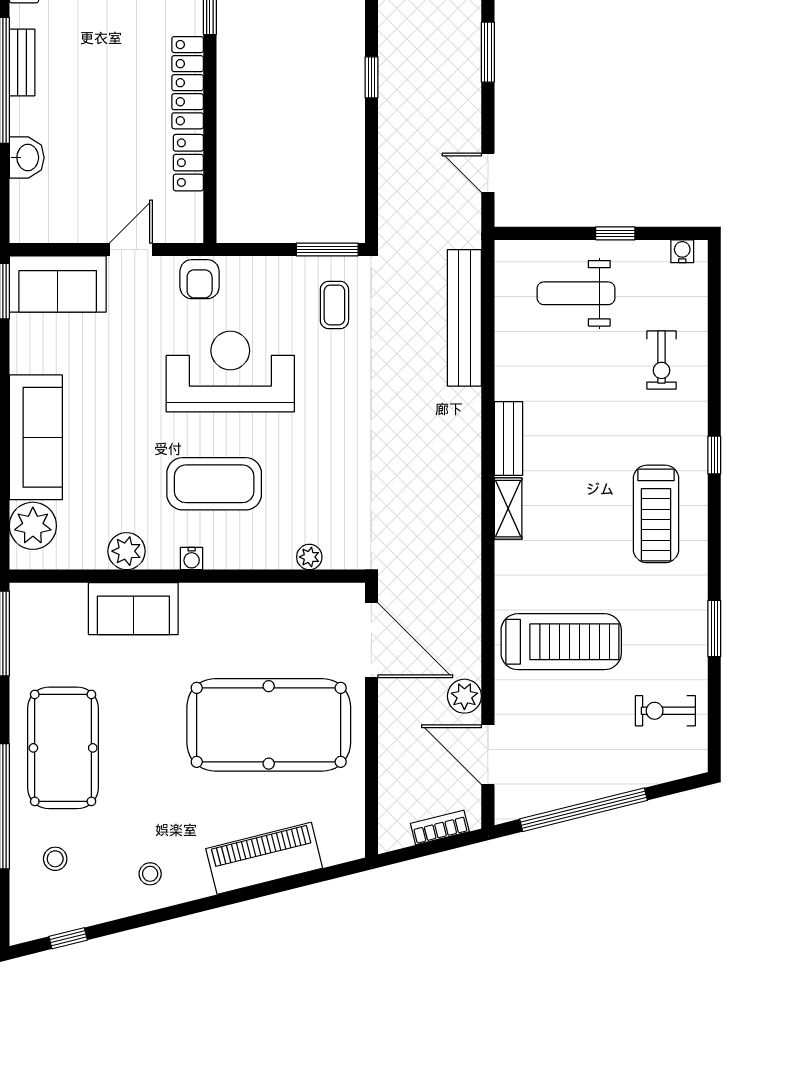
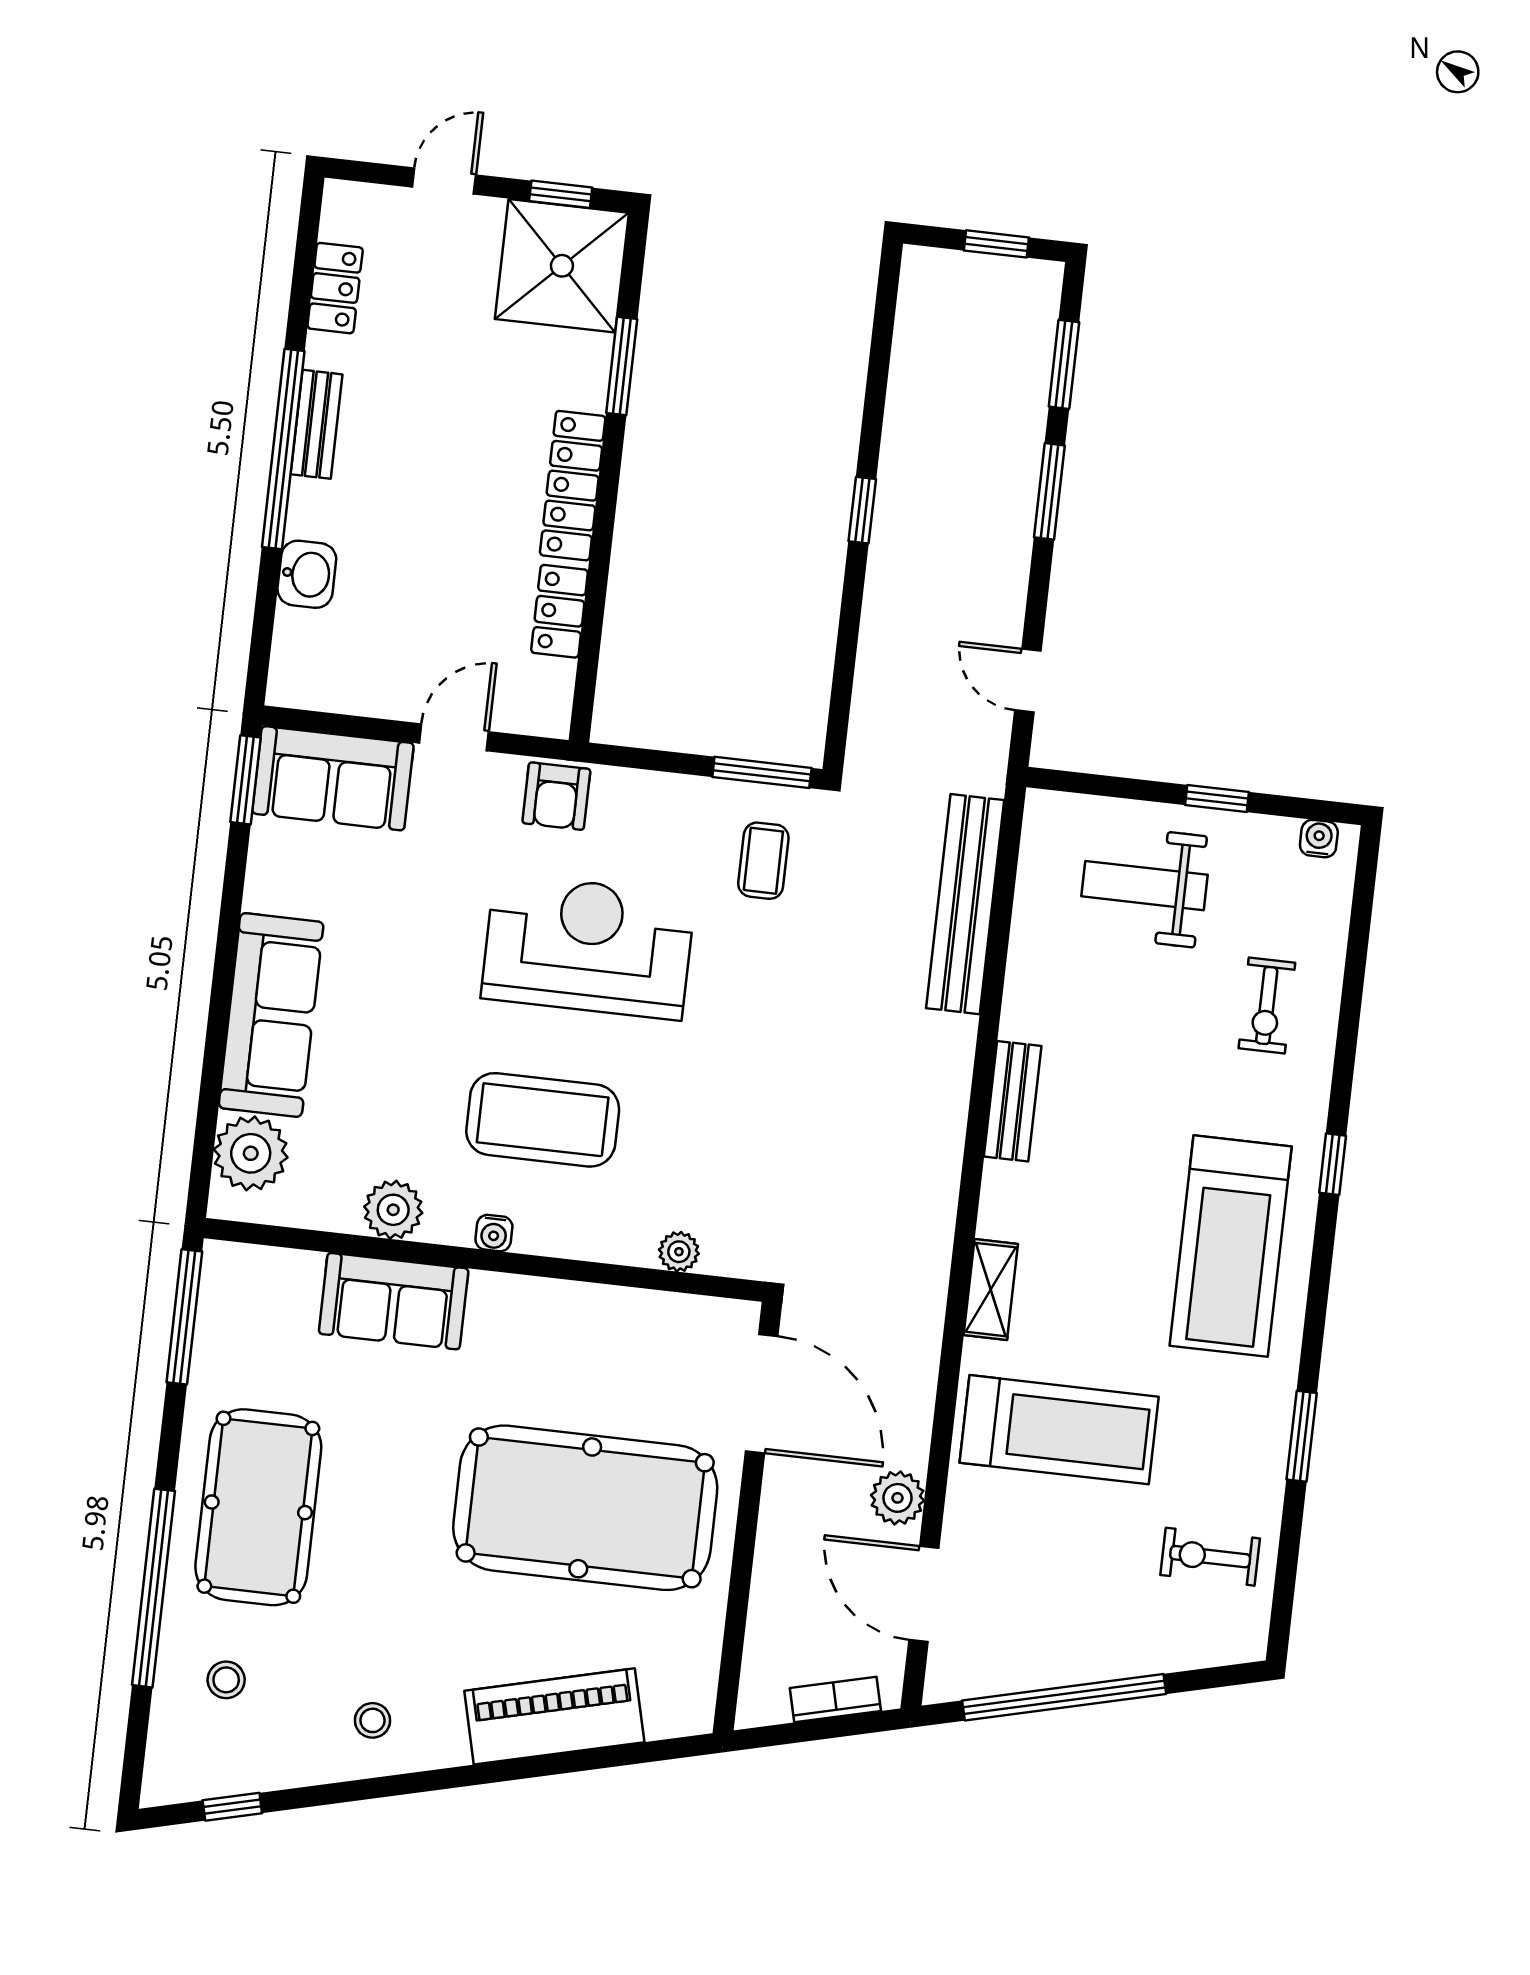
shelving: (508, 509) -> (991, 1290), moved
treadmill: (656, 514) -> (1231, 1246), width x1.37, depth x1.38

